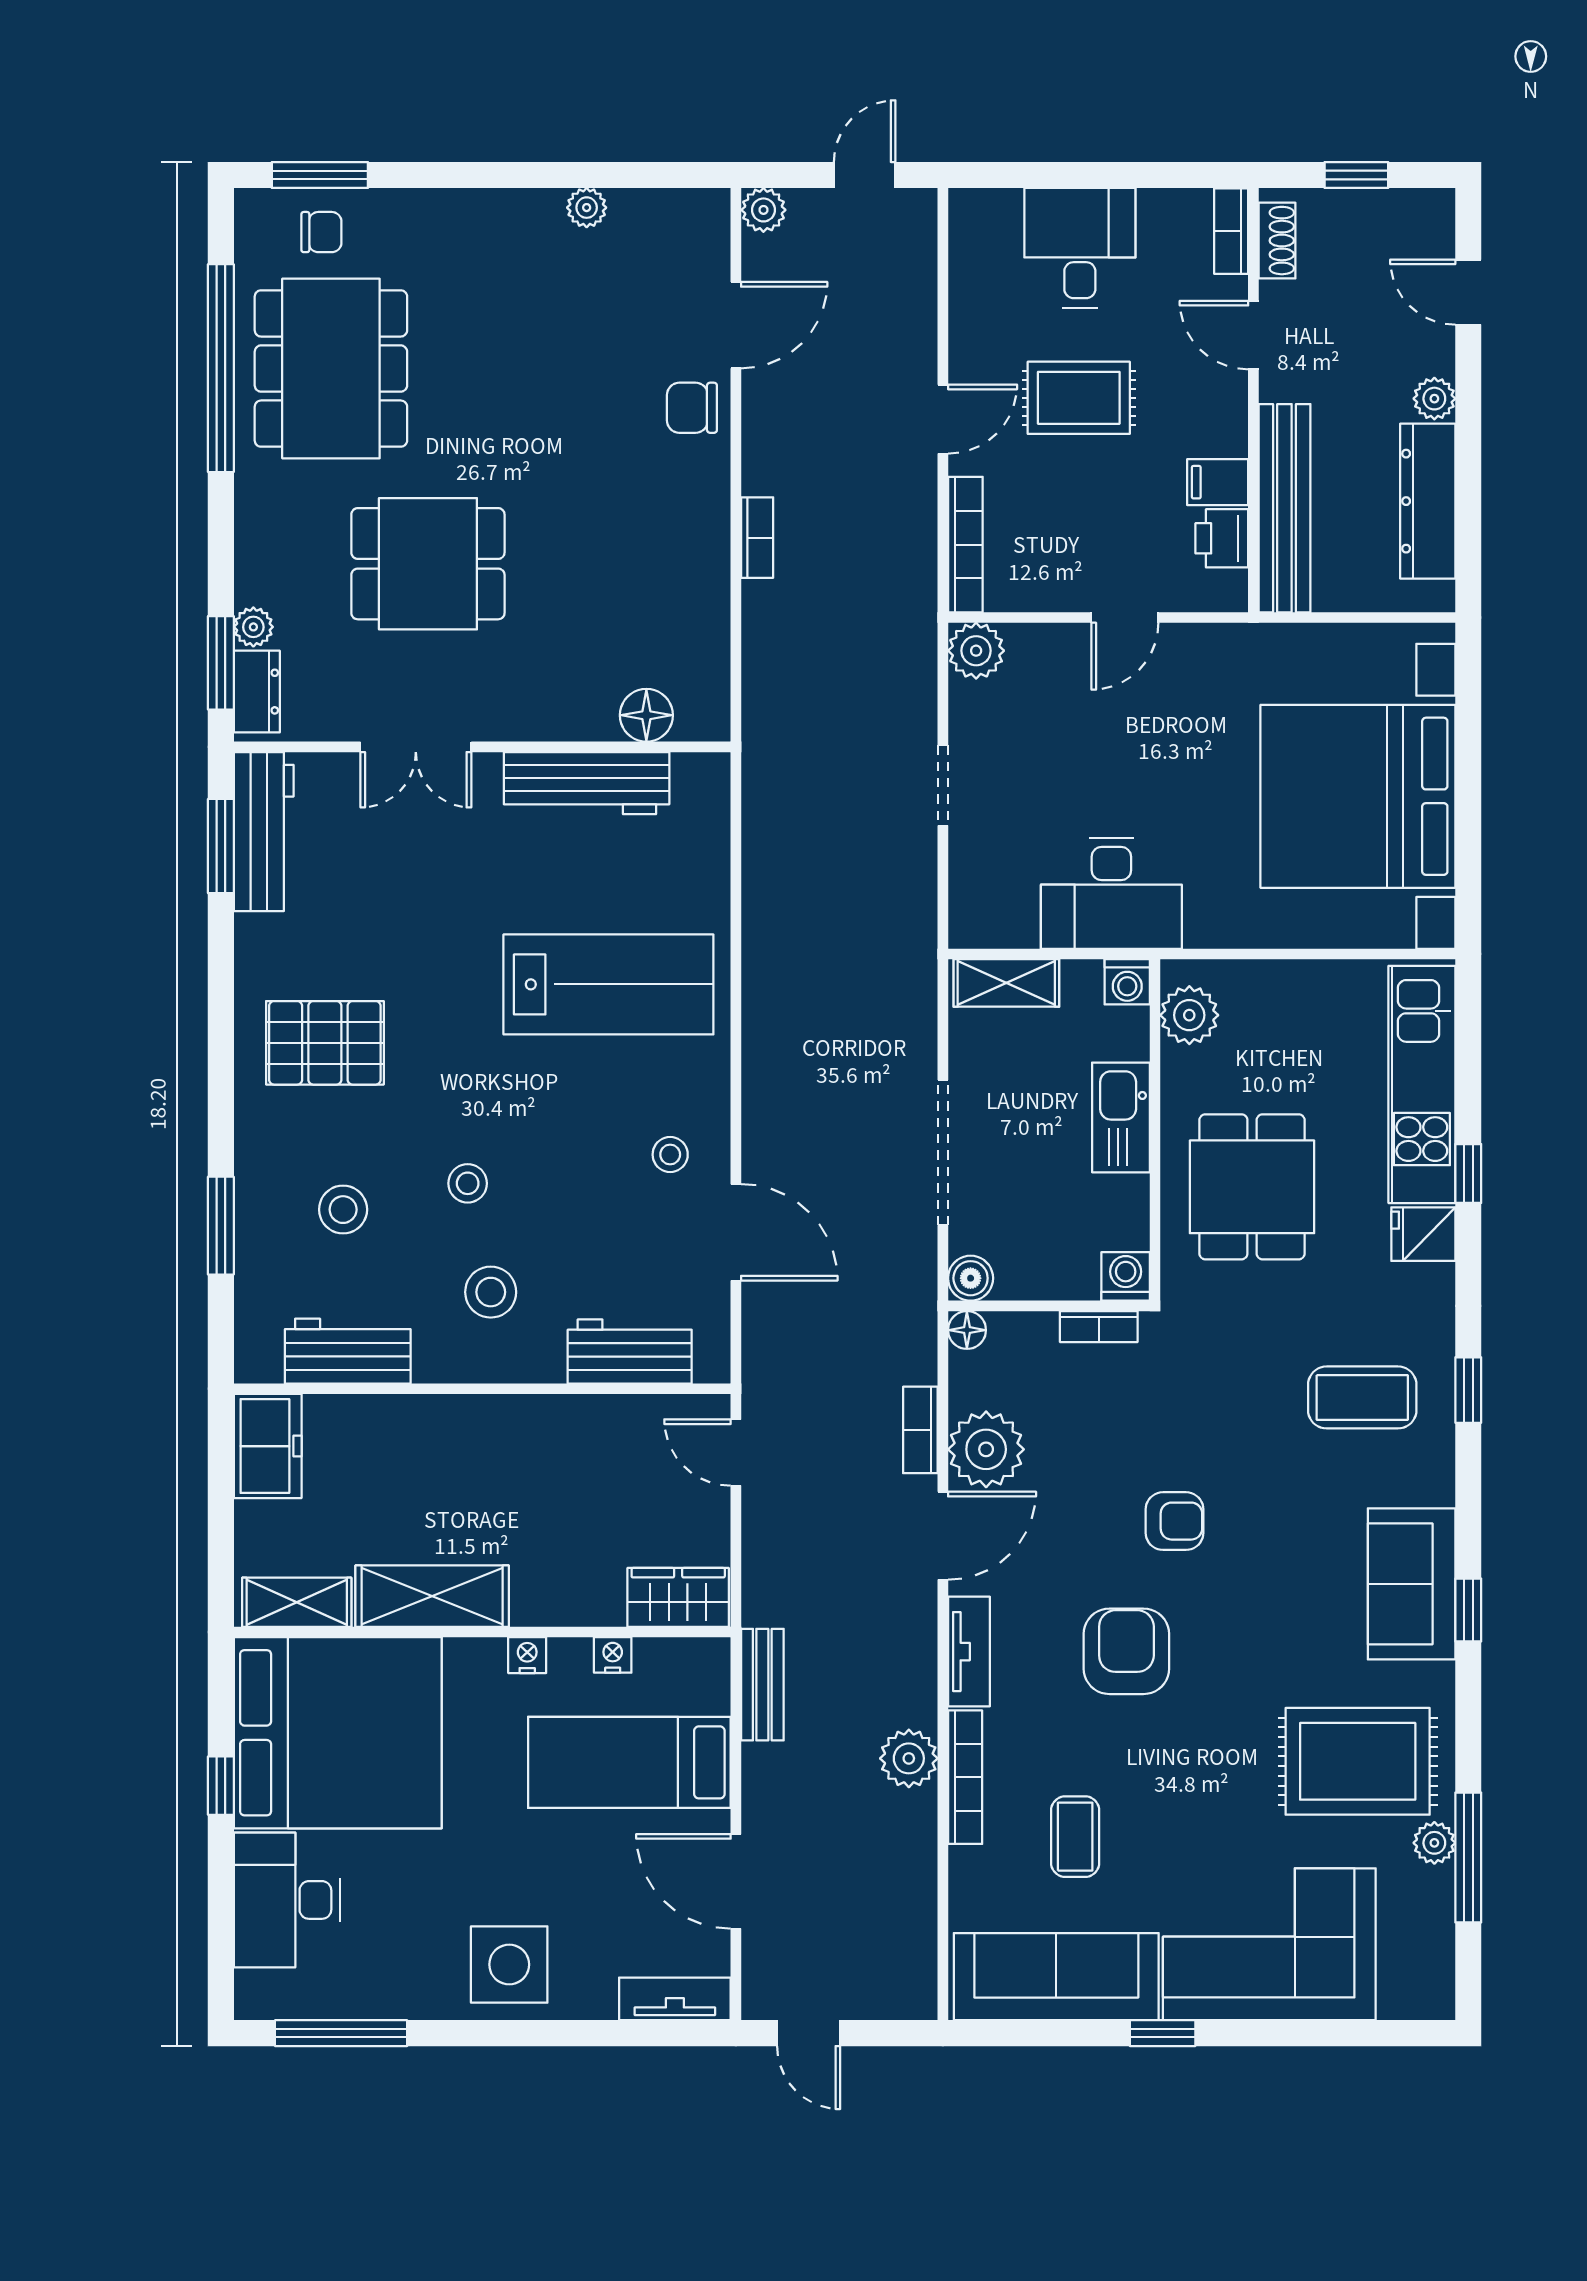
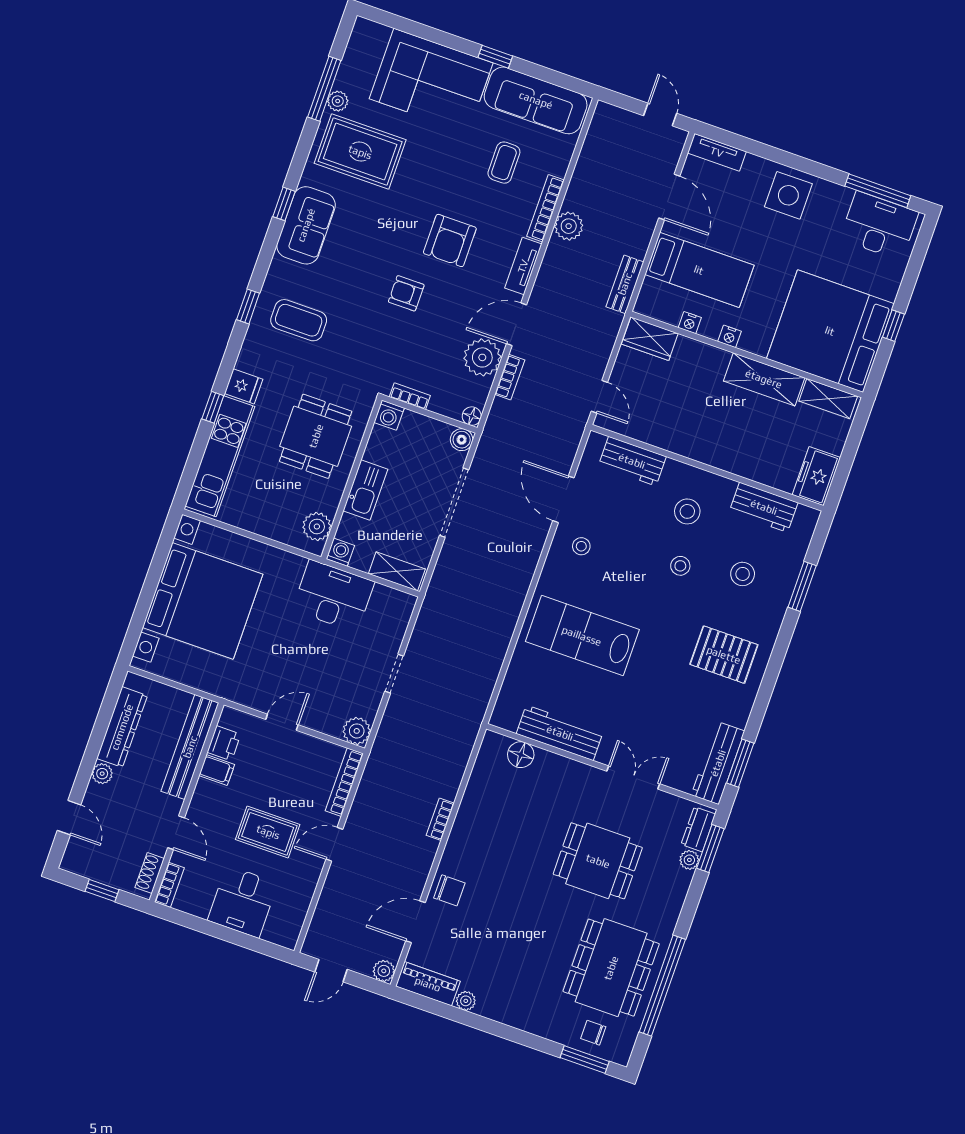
piano: (671, 215) -> (428, 984), added
desk: (287, 1900) -> (879, 226), moved, turned -90

